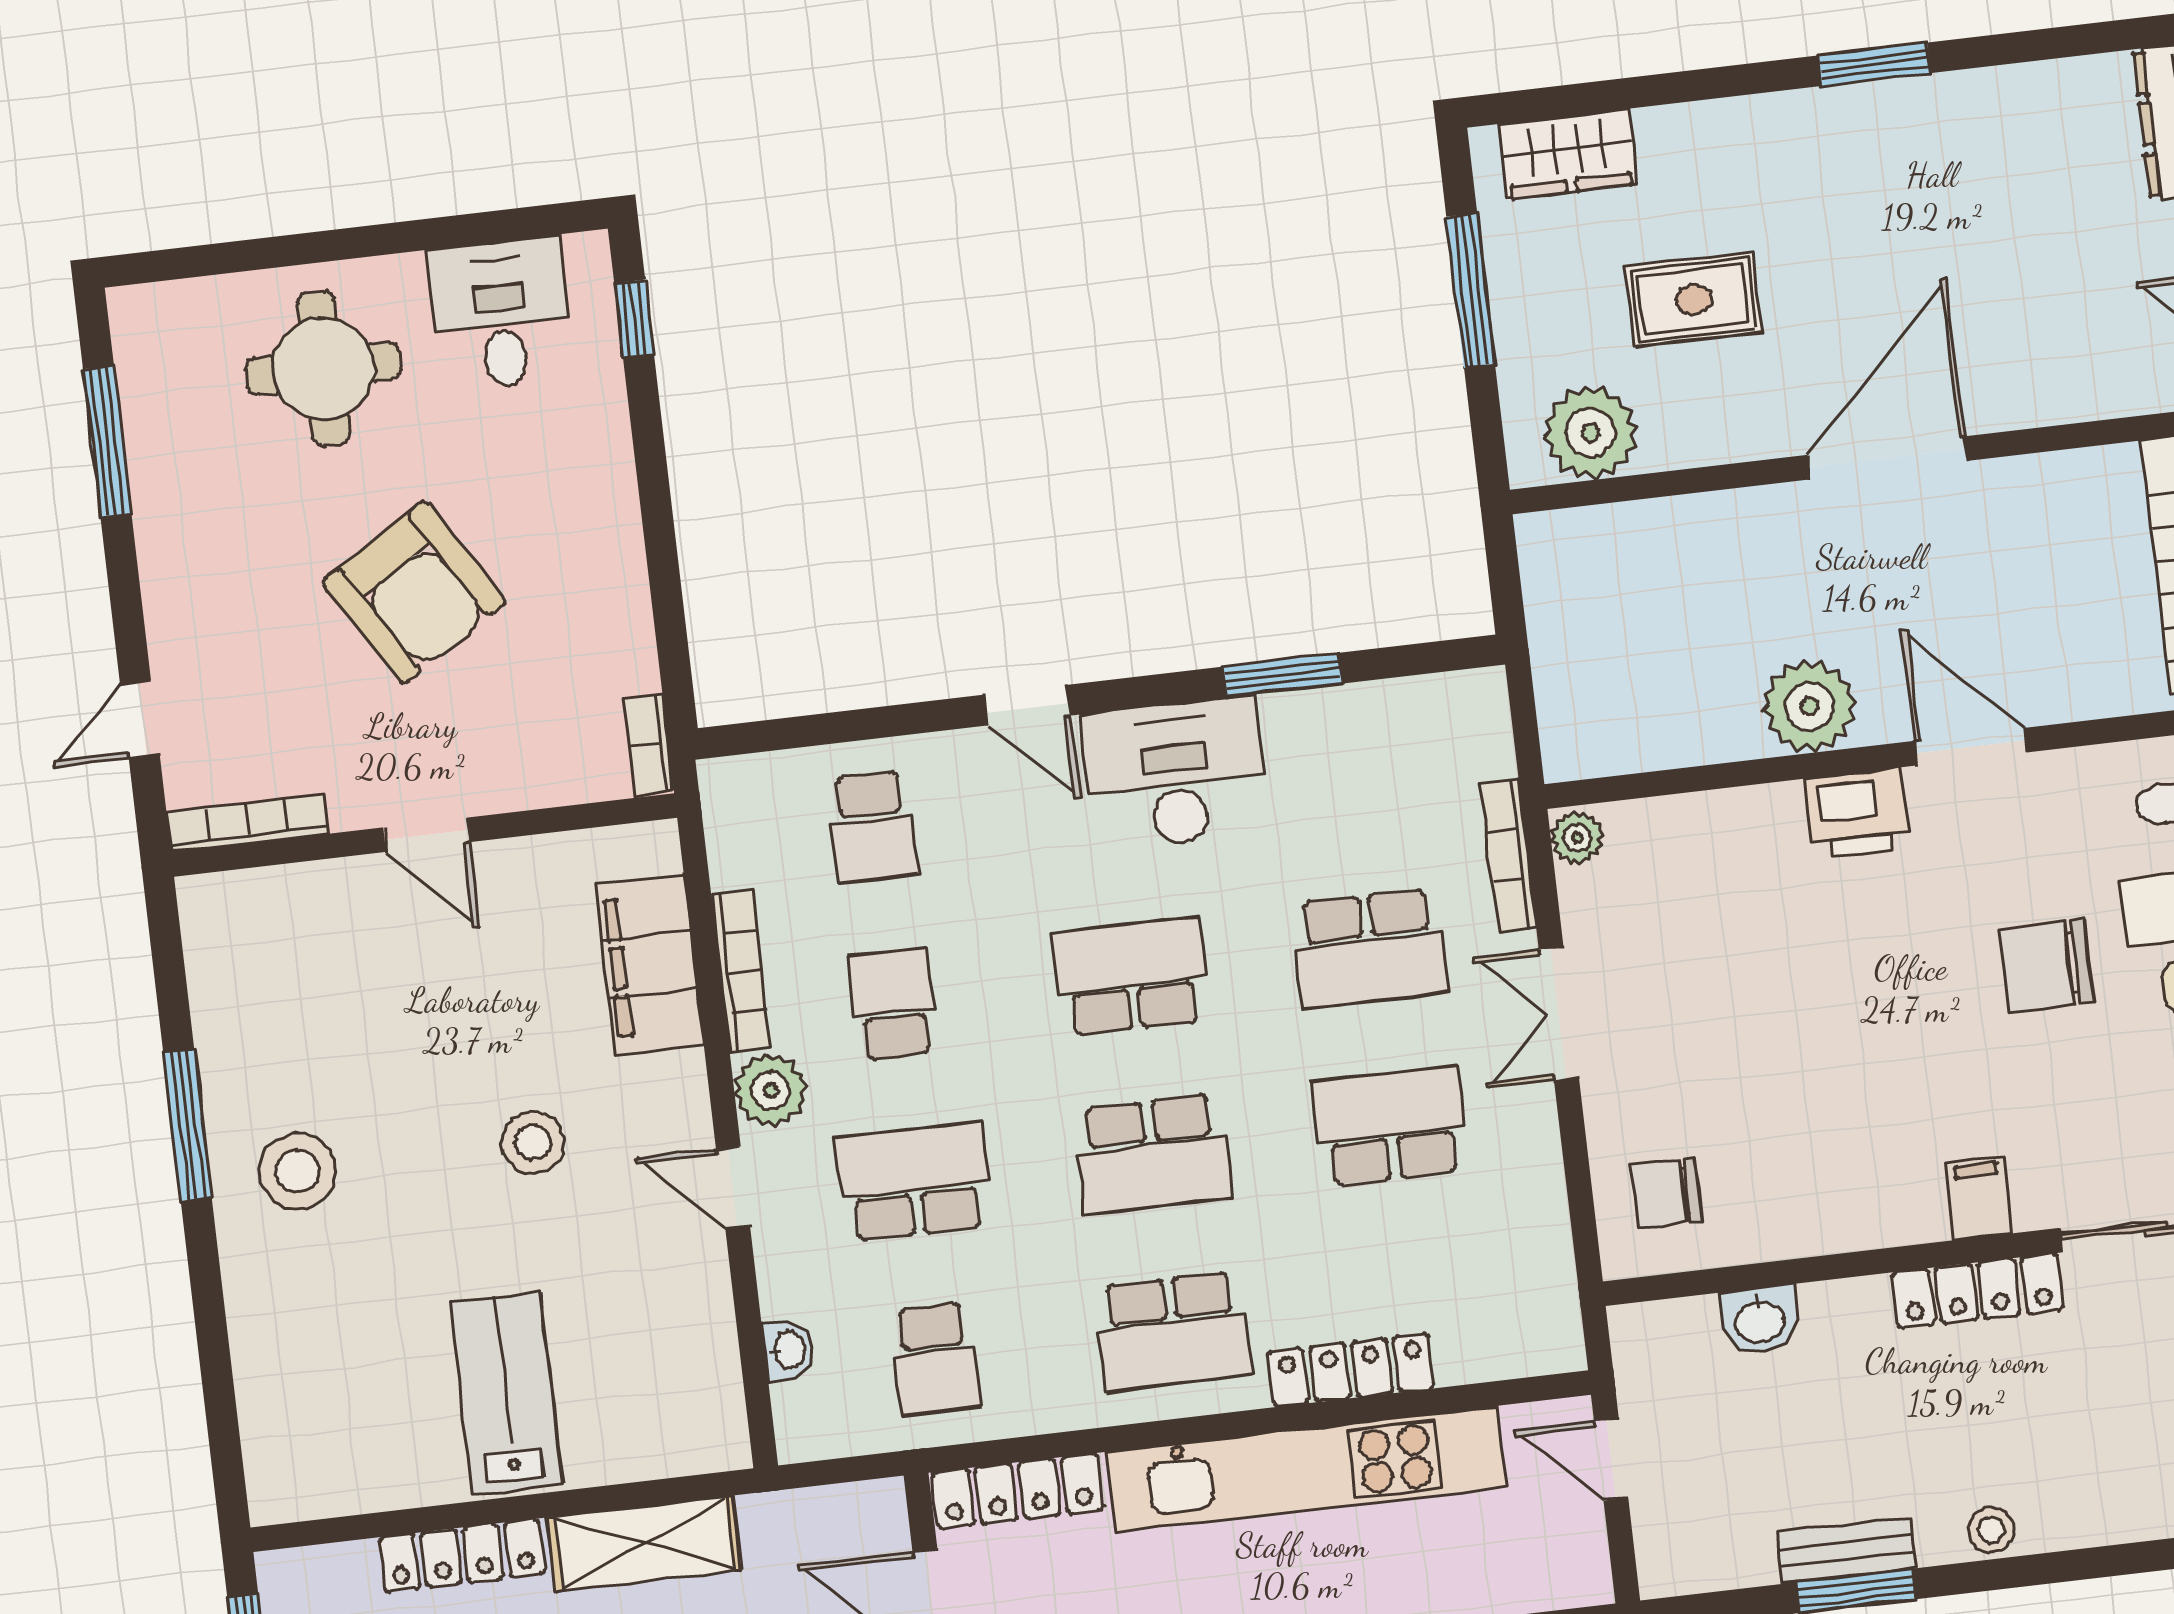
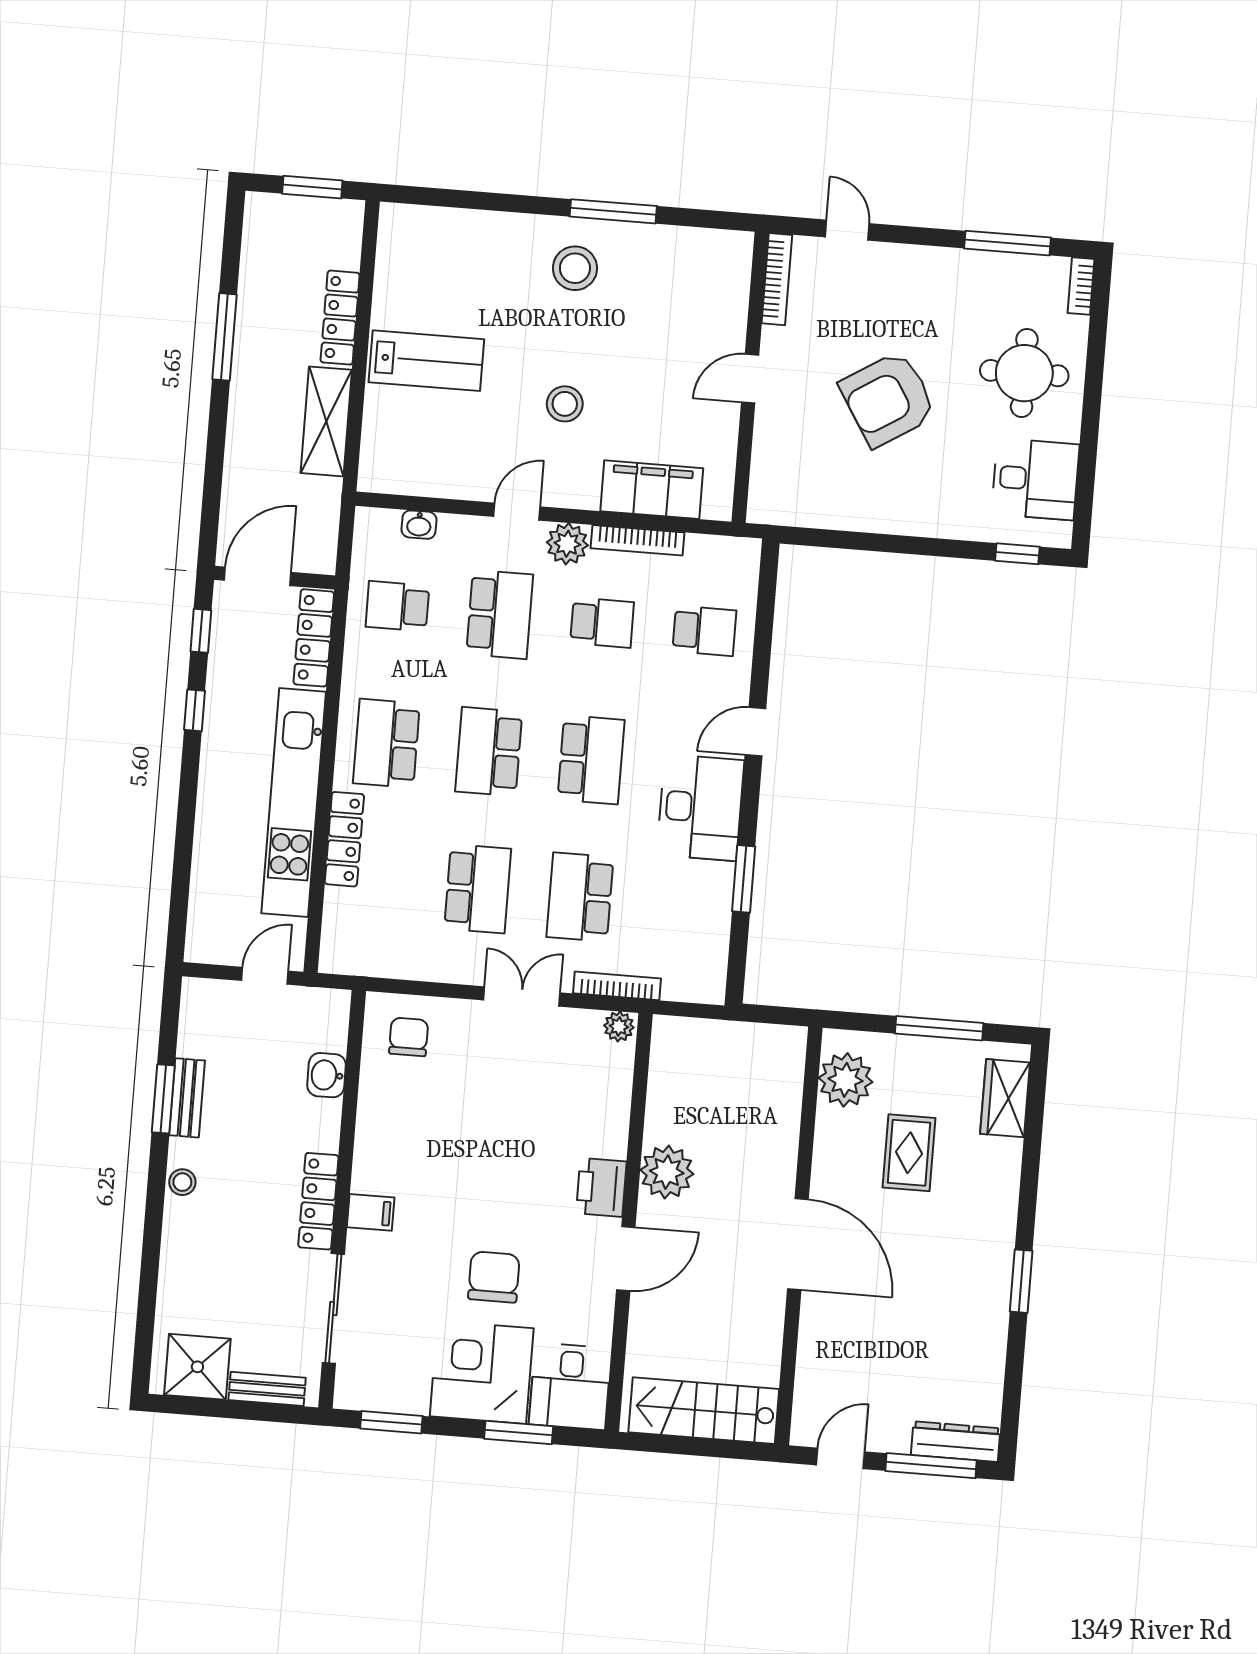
bookcase: (649, 744) -> (1081, 286), moved, turned -90
school desk: (873, 827) -> (704, 631), turned 180

